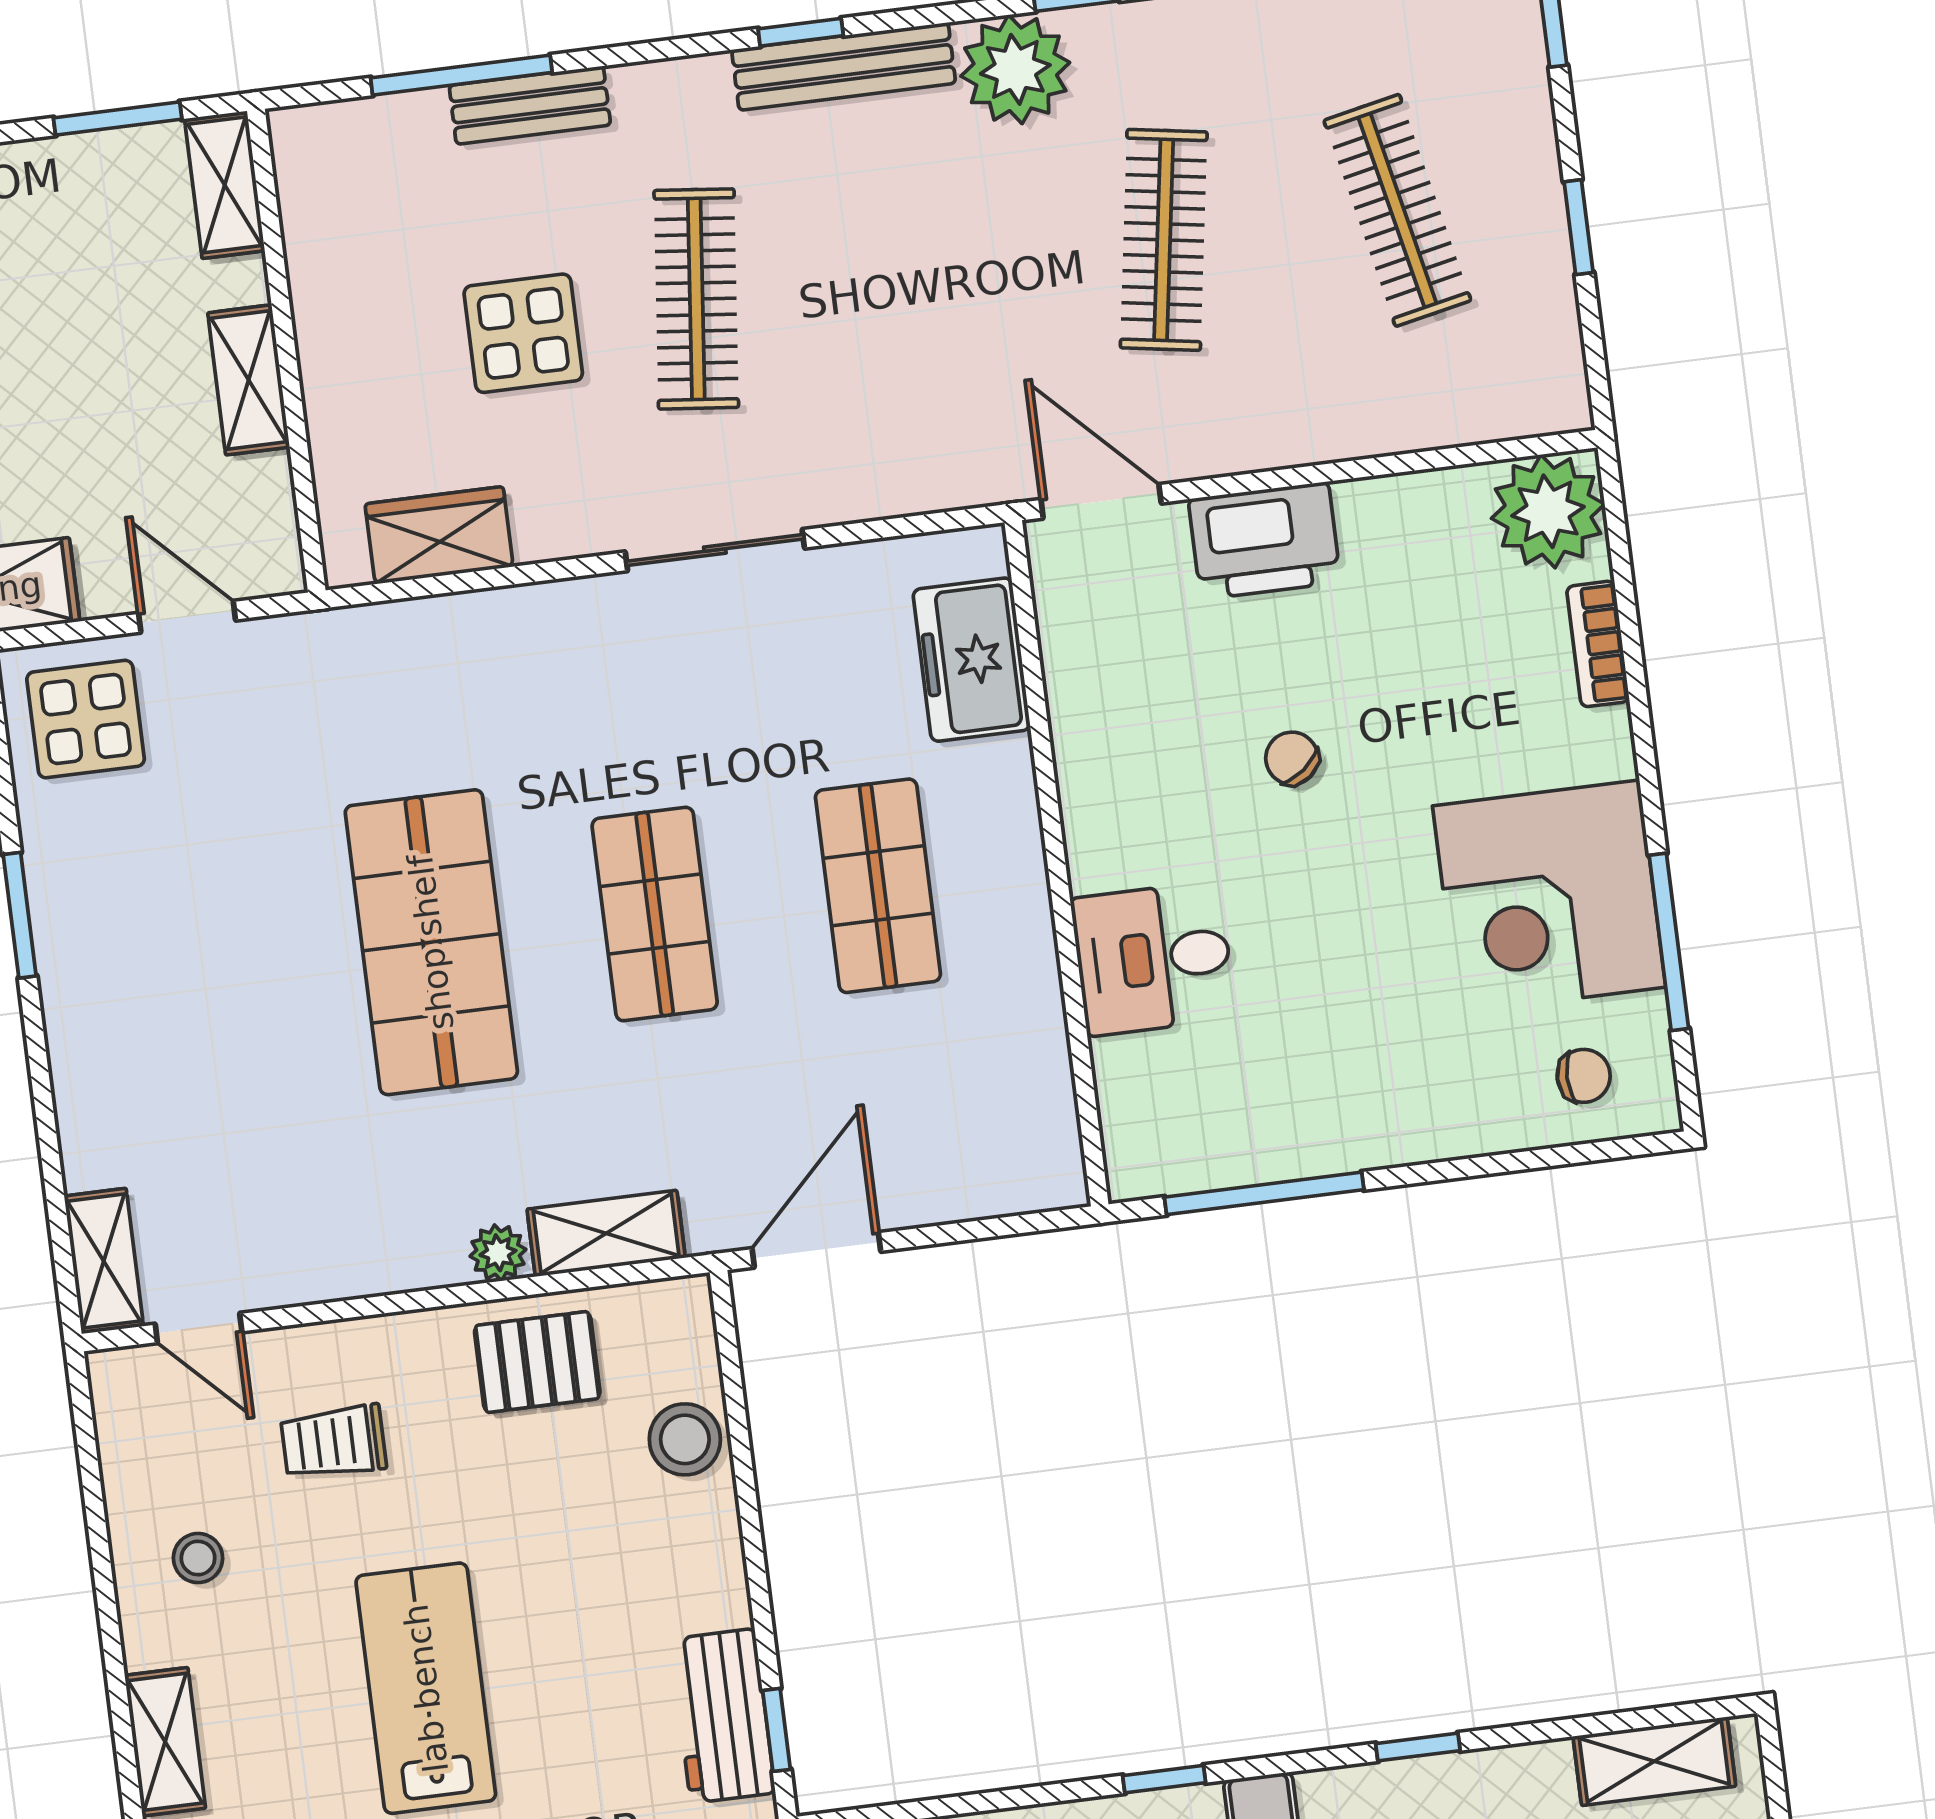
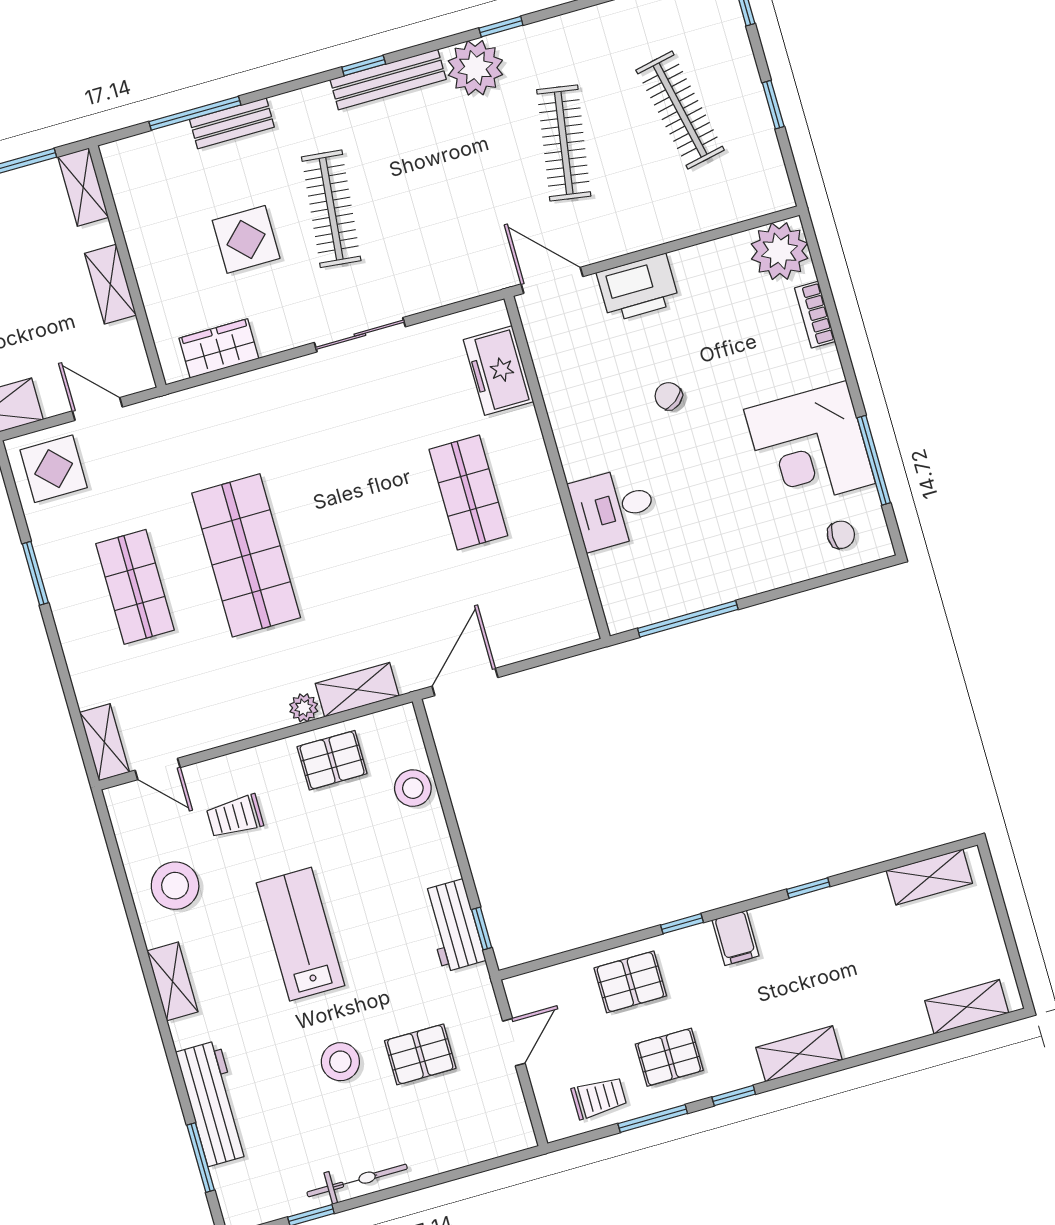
shop shelf: (655, 914) -> (135, 587), moved
stool: (198, 1558) -> (175, 886), width x1.89, depth x1.89

